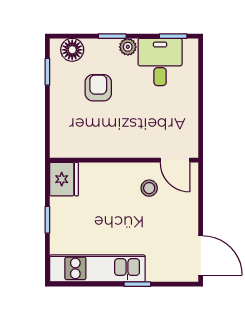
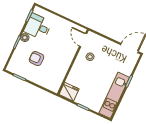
floor lamp: (72, 50) -> (15, 62), removed
door: (175, 160) -> (83, 40), swing flipped

